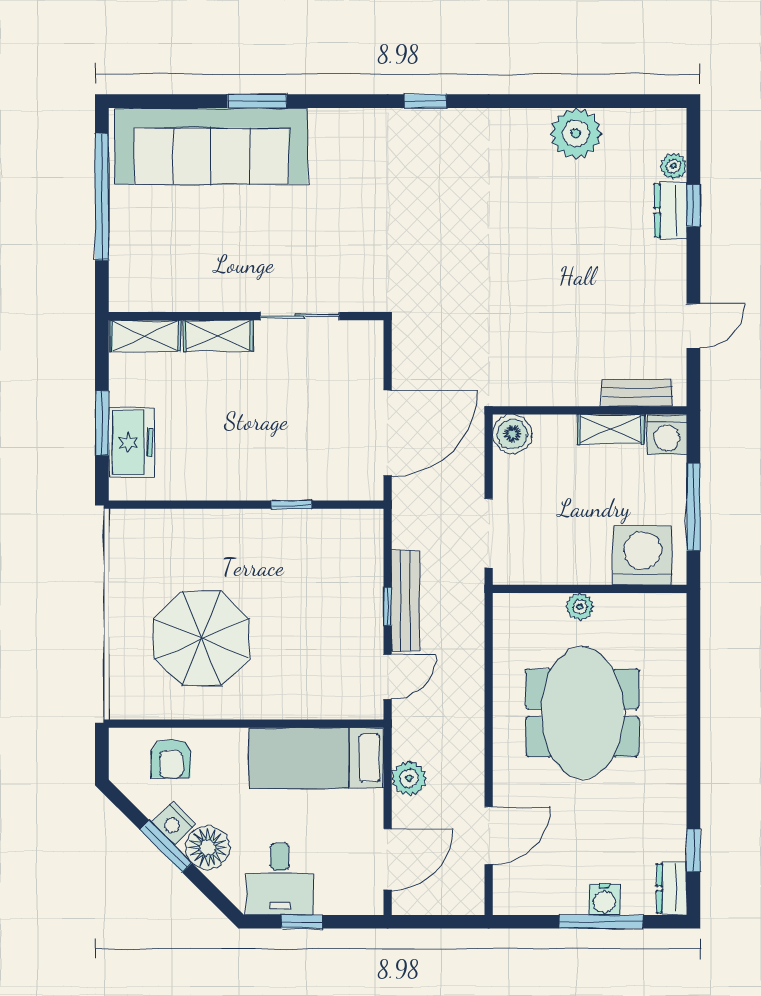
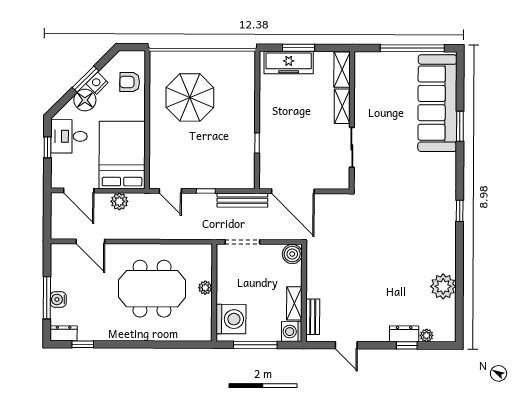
freezer: (131, 442) -> (289, 62), width x1.40
bench: (406, 601) -> (242, 200), moved
bed: (316, 758) -> (122, 155), width x1.50

